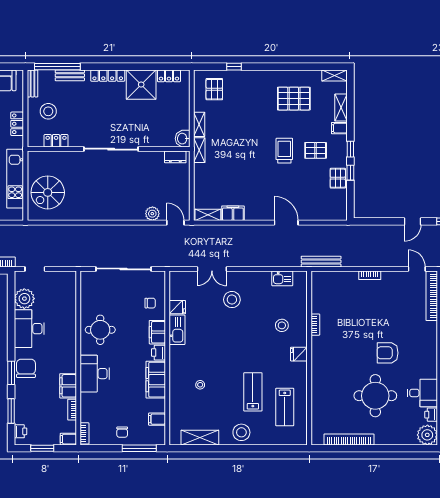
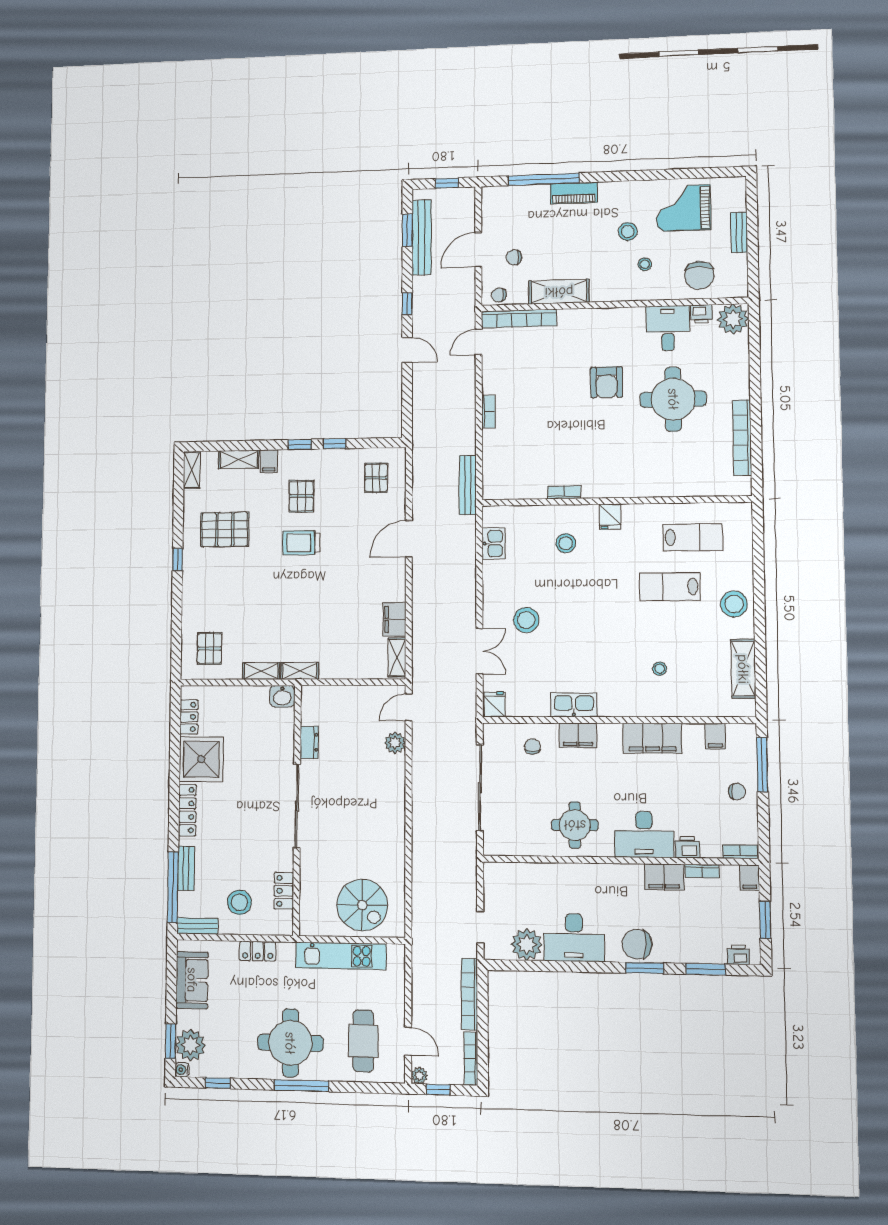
window: (234, 67) -> (178, 560), moved
pallet: (214, 89) -> (209, 648), turned 90
pallet: (294, 99) -> (225, 529), turned 90
dresser: (175, 157) -> (309, 742), moved
pallet: (338, 178) -> (376, 478), moved, turned 90
fridge: (177, 307) -> (495, 704), moved
printer: (158, 353) -> (687, 847), moved, turned 180

